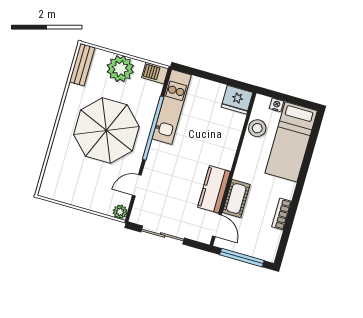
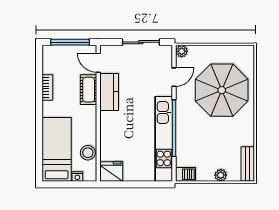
plant: (120, 69) -> (221, 175), width x0.53, depth x0.53
kitchen unit: (172, 107) -> (164, 139), width x1.36
parasol: (106, 131) -> (222, 90), moved

